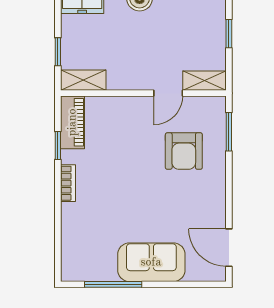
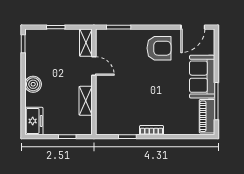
shelving: (83, 80) -> (86, 101), moved
piano: (72, 122) -> (207, 116), moved, turned -90
armchair: (184, 151) -> (159, 48), moved

